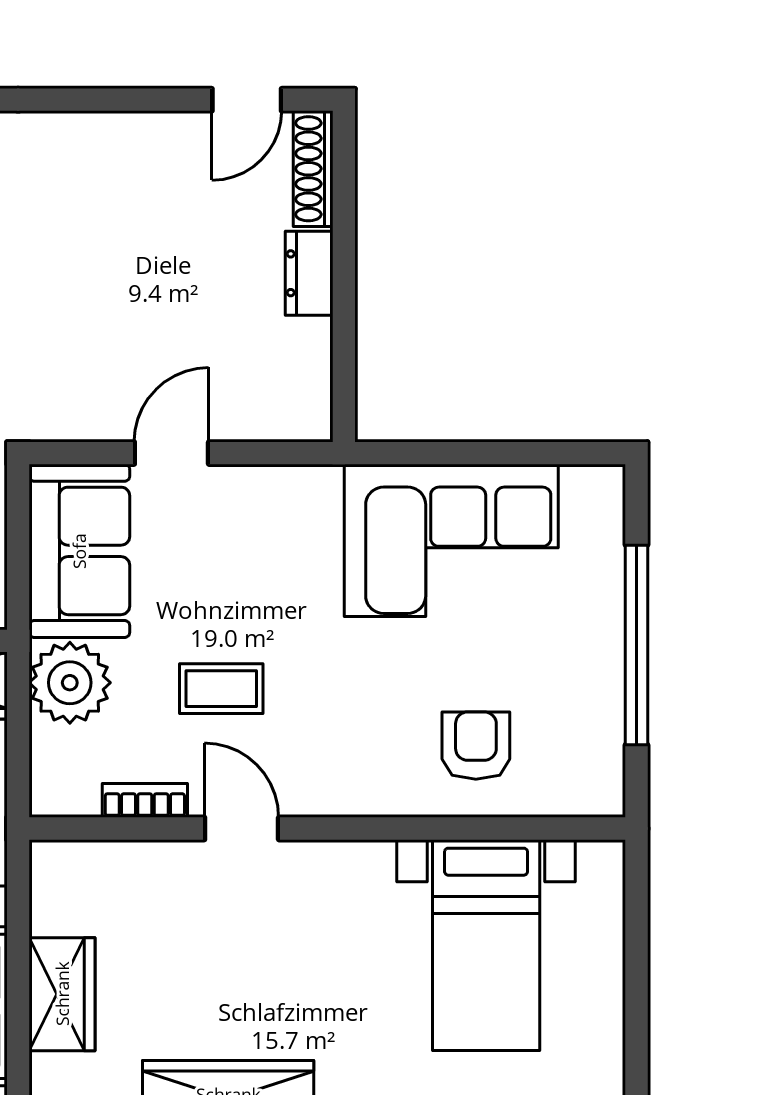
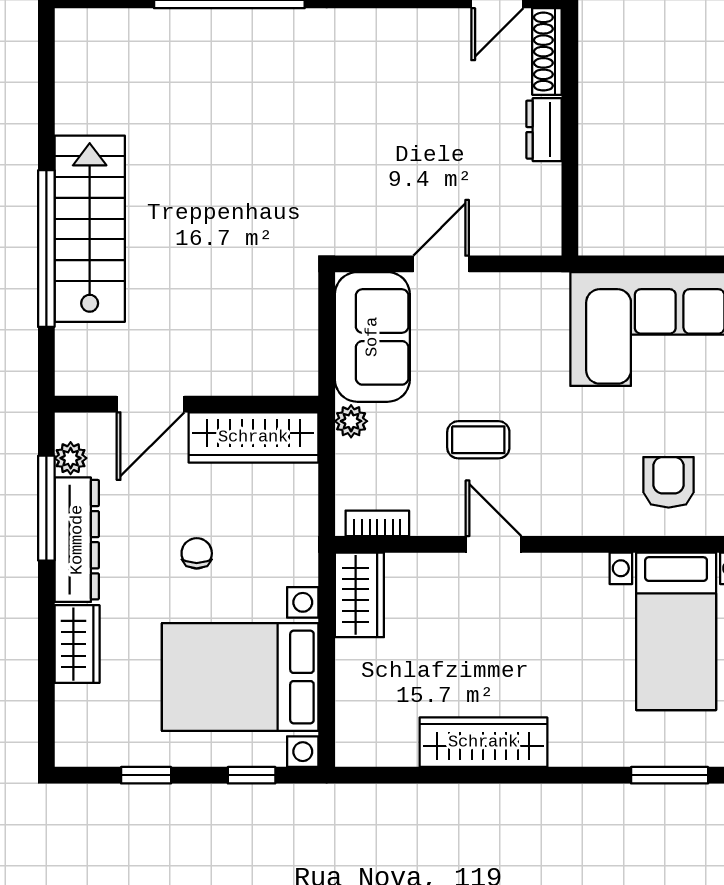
plant: (70, 683) -> (351, 421), width x0.53, depth x0.53
bookcase: (145, 800) -> (377, 523), moved
wardrobe: (62, 994) -> (359, 595), moved

